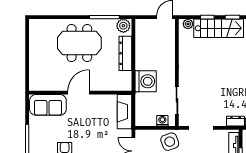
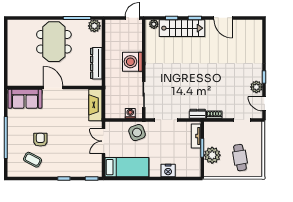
meeting table: (79, 43) -> (54, 42), turned 90
dresser: (125, 53) -> (96, 63), moved
washing machine: (146, 81) -> (132, 62), moved, turned 180
door: (79, 93) -> (53, 87), hinge flipped

